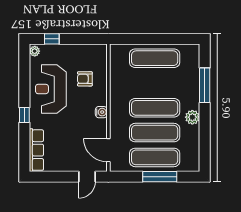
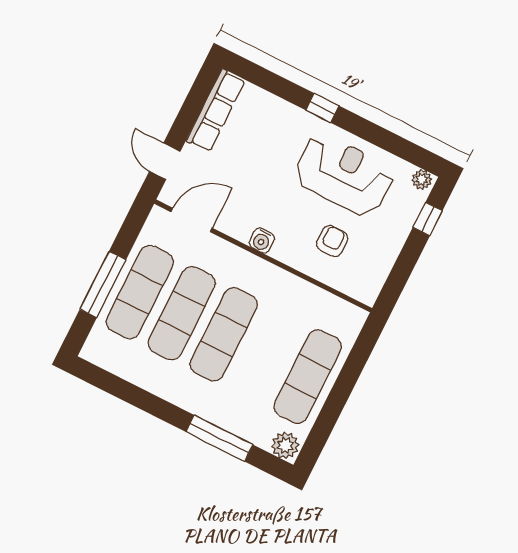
plant: (192, 117) -> (285, 445), moved
row of seats: (36, 150) -> (216, 111), moved, turned -90

